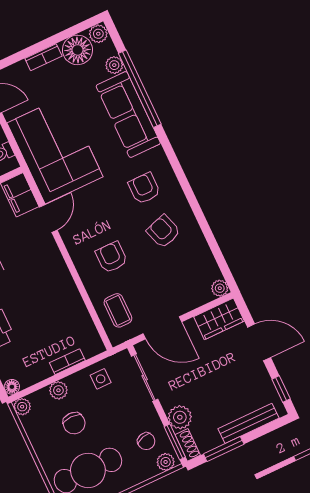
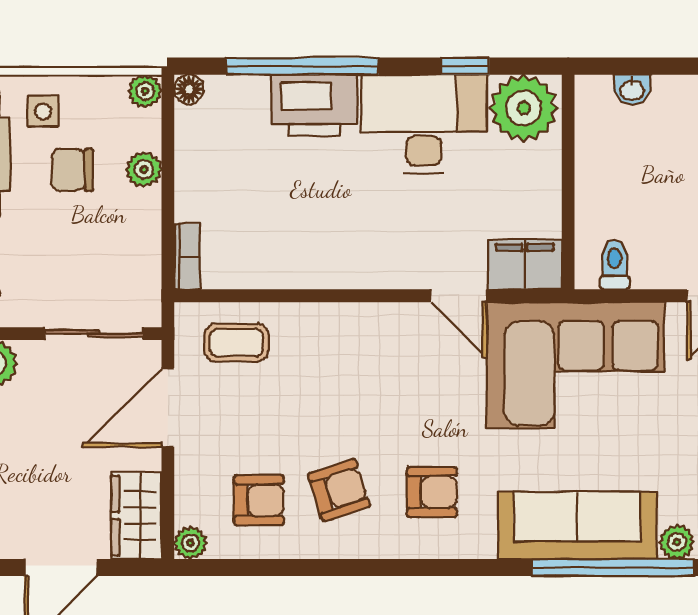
armchair: (111, 257) -> (259, 500), moved
bookcase: (67, 362) -> (187, 257), moved
side table: (101, 379) -> (43, 111), moved

